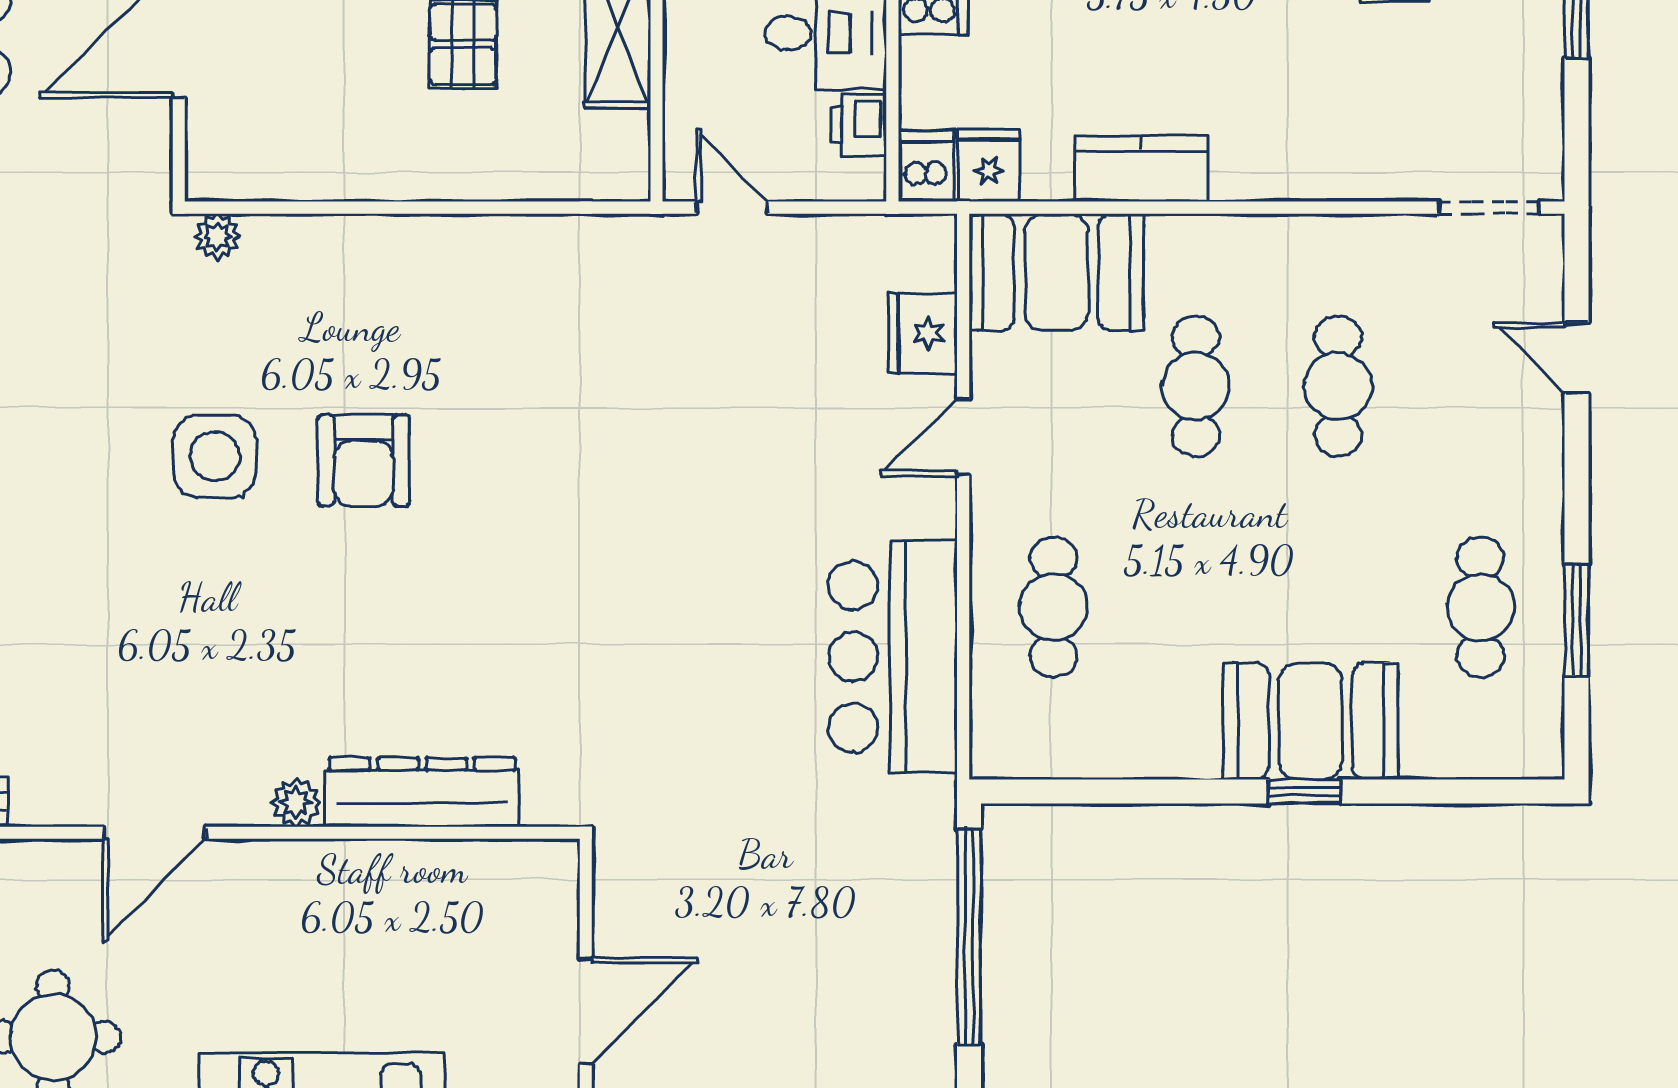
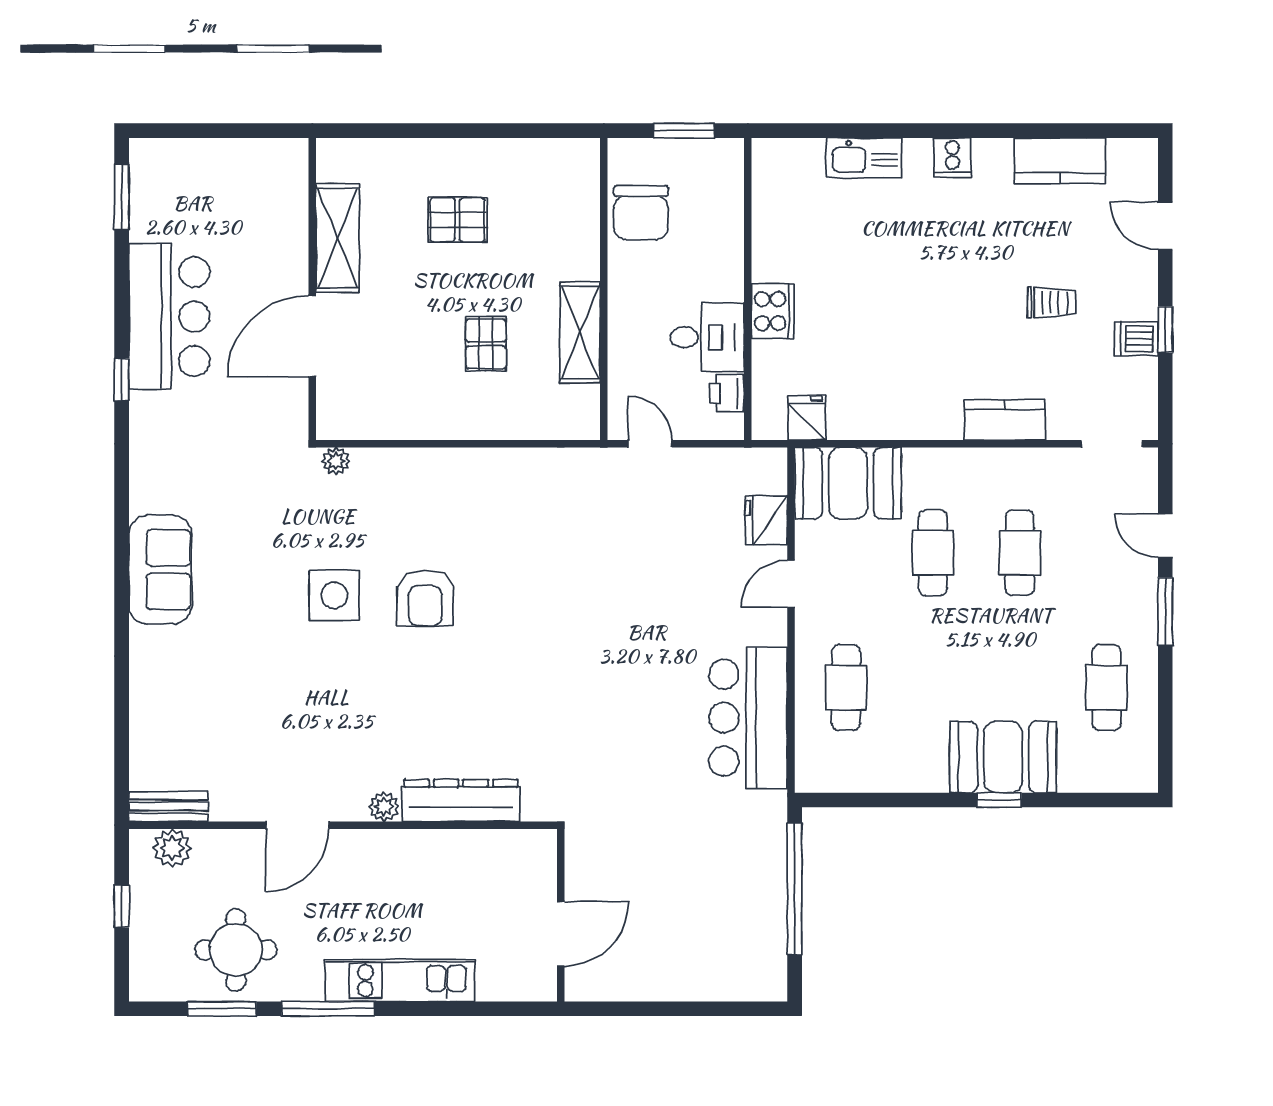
dishwasher: (926, 166) -> (1136, 339), moved, turned -90
kitchen counter: (1142, 168) -> (1005, 420), moved
window: (1577, 620) -> (1165, 612), moved

